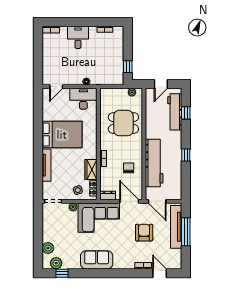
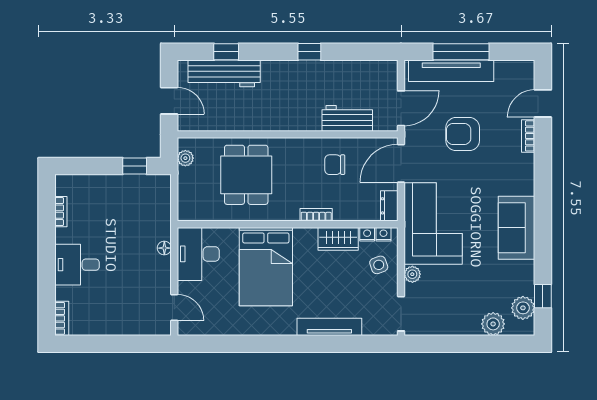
bed: (62, 135) -> (266, 267), moved, turned 180
workbench: (154, 163) -> (347, 118), width x0.53, depth x0.76

